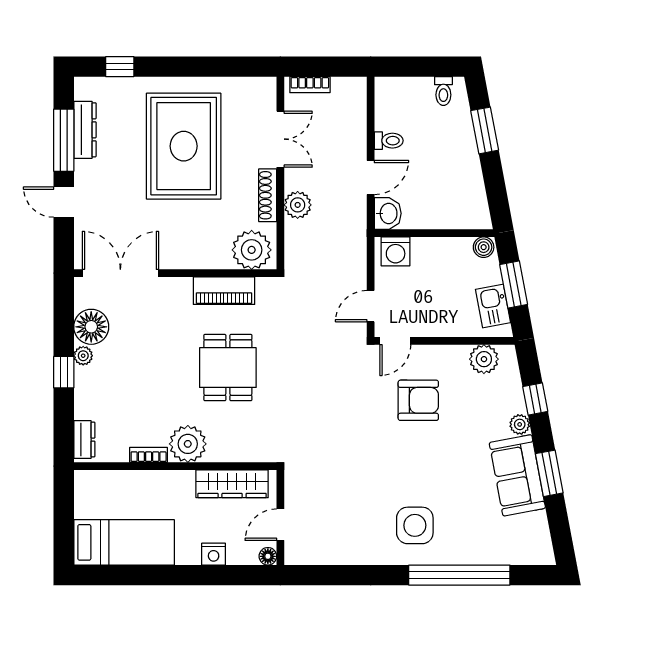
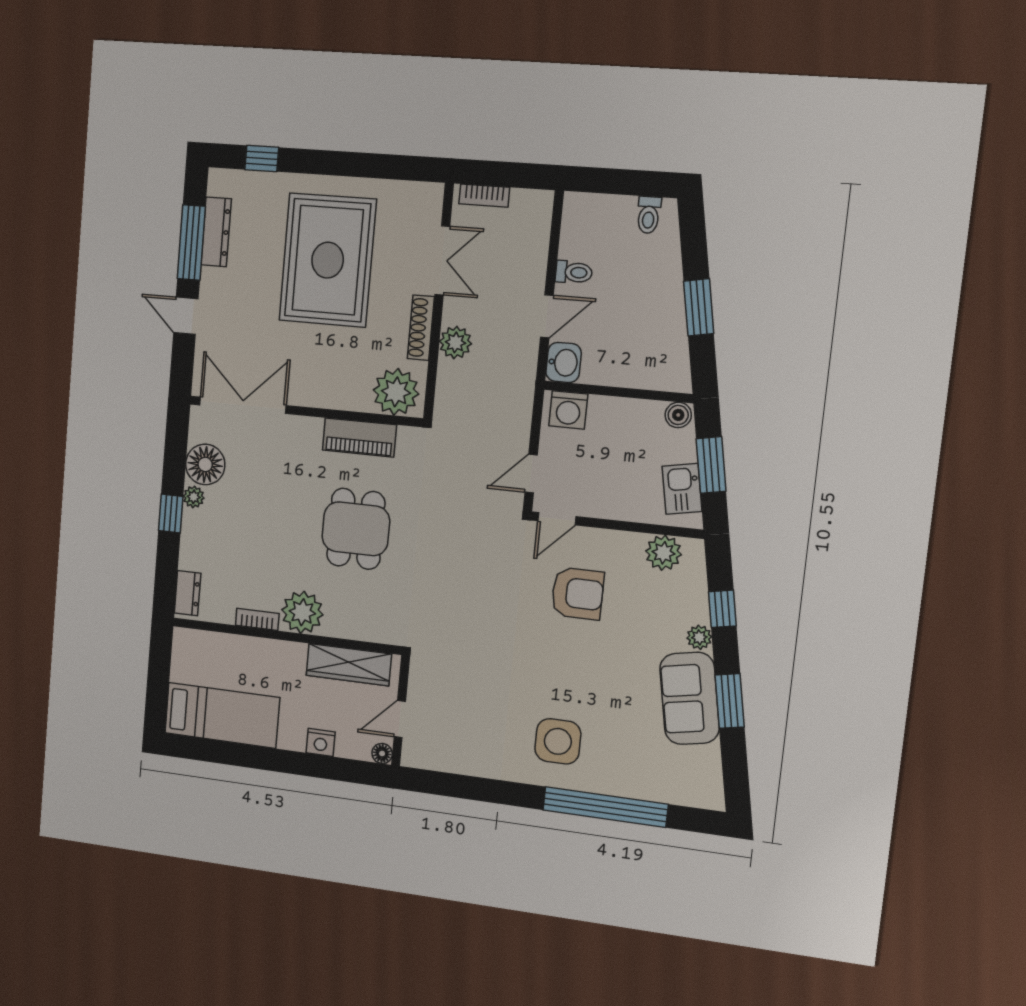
window: (485, 130) -> (699, 307), moved

